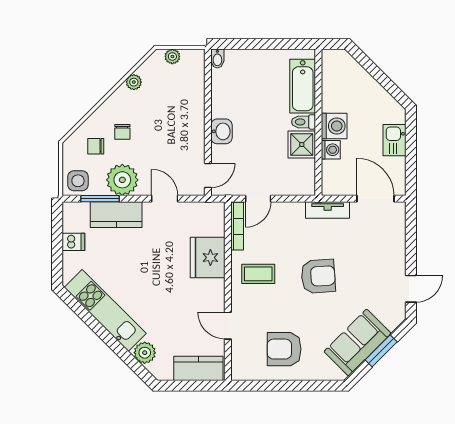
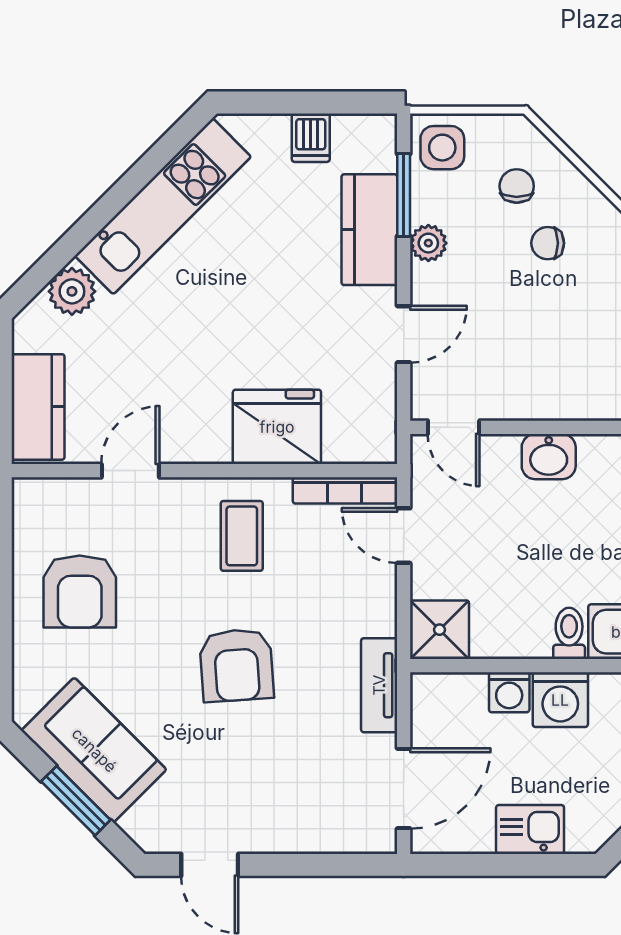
shower: (302, 144) -> (439, 630), moved
plant: (122, 180) -> (428, 243), width x0.53, depth x0.53
armchair: (284, 349) -> (80, 591), turned 180

